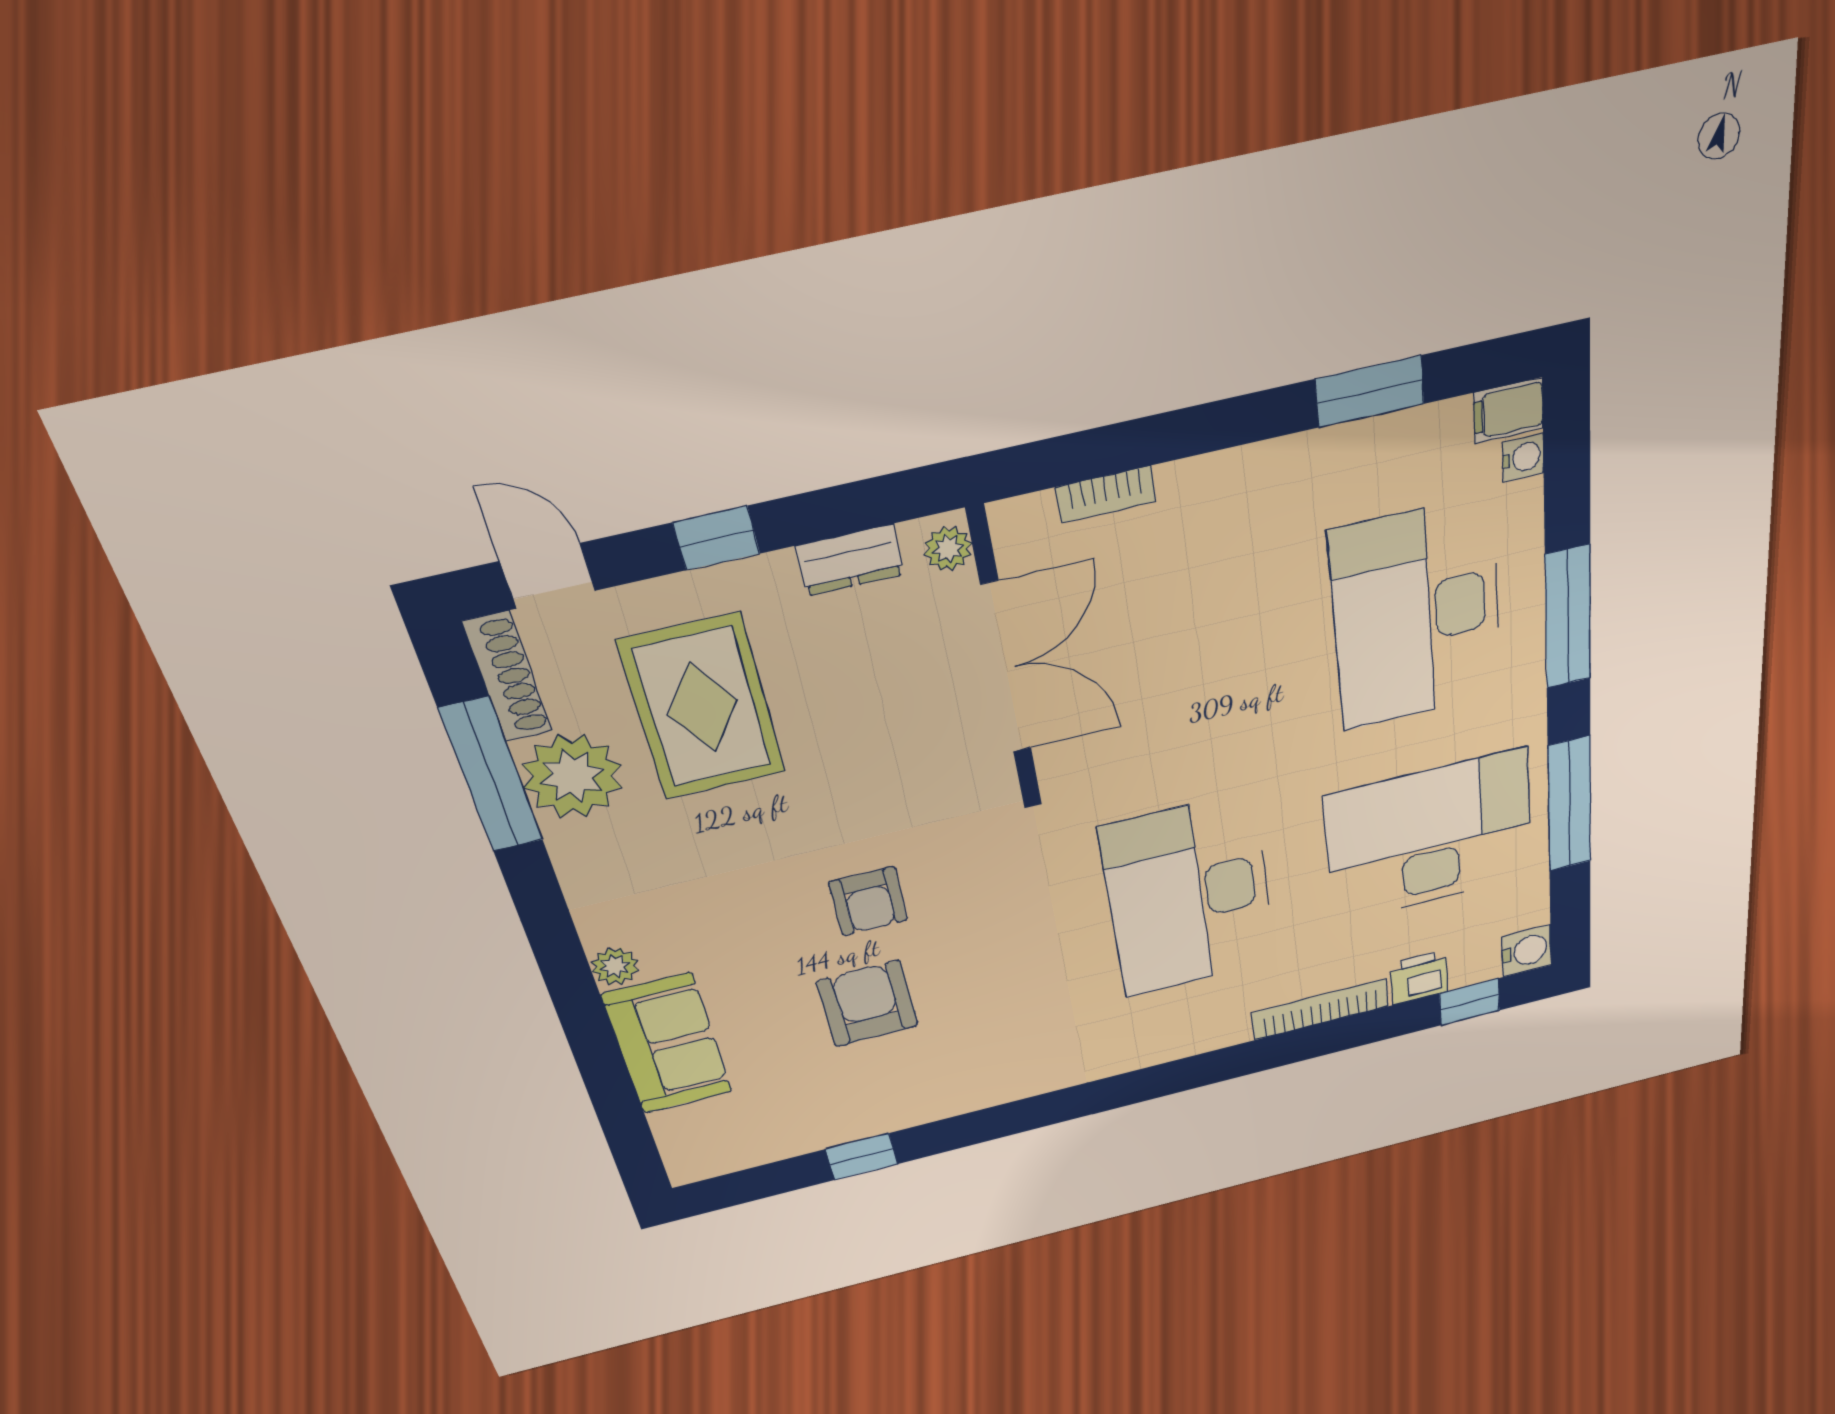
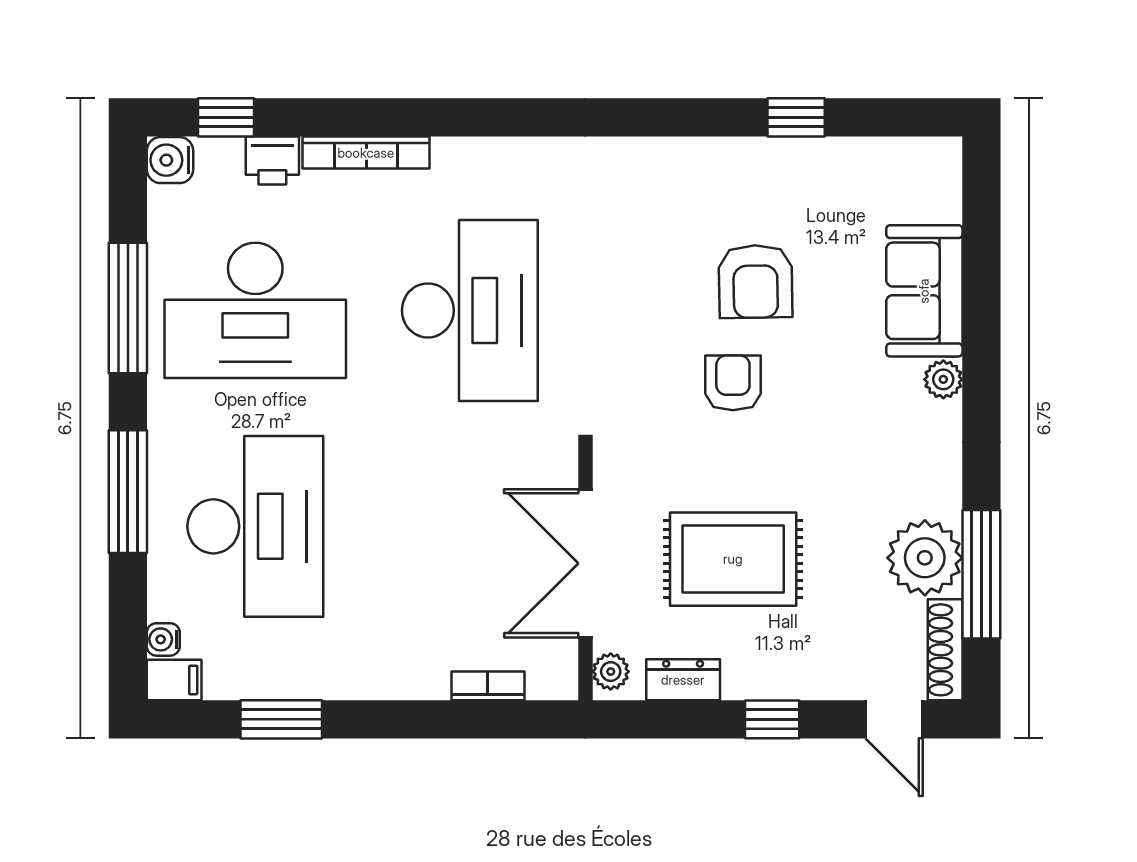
rug: (702, 707) -> (733, 559), moved, turned 90

